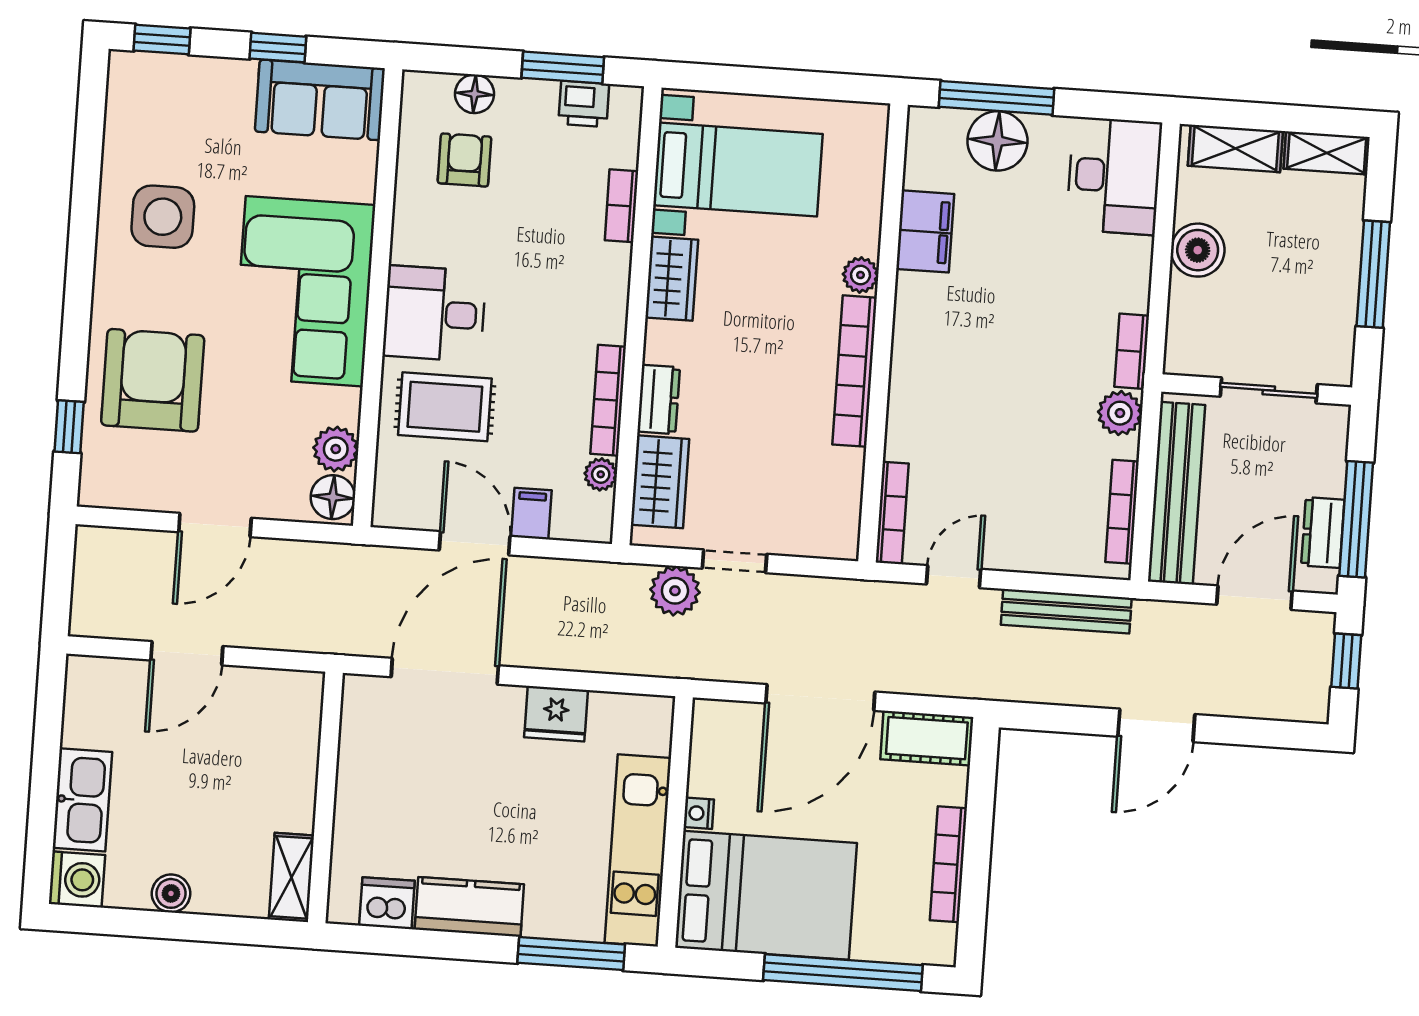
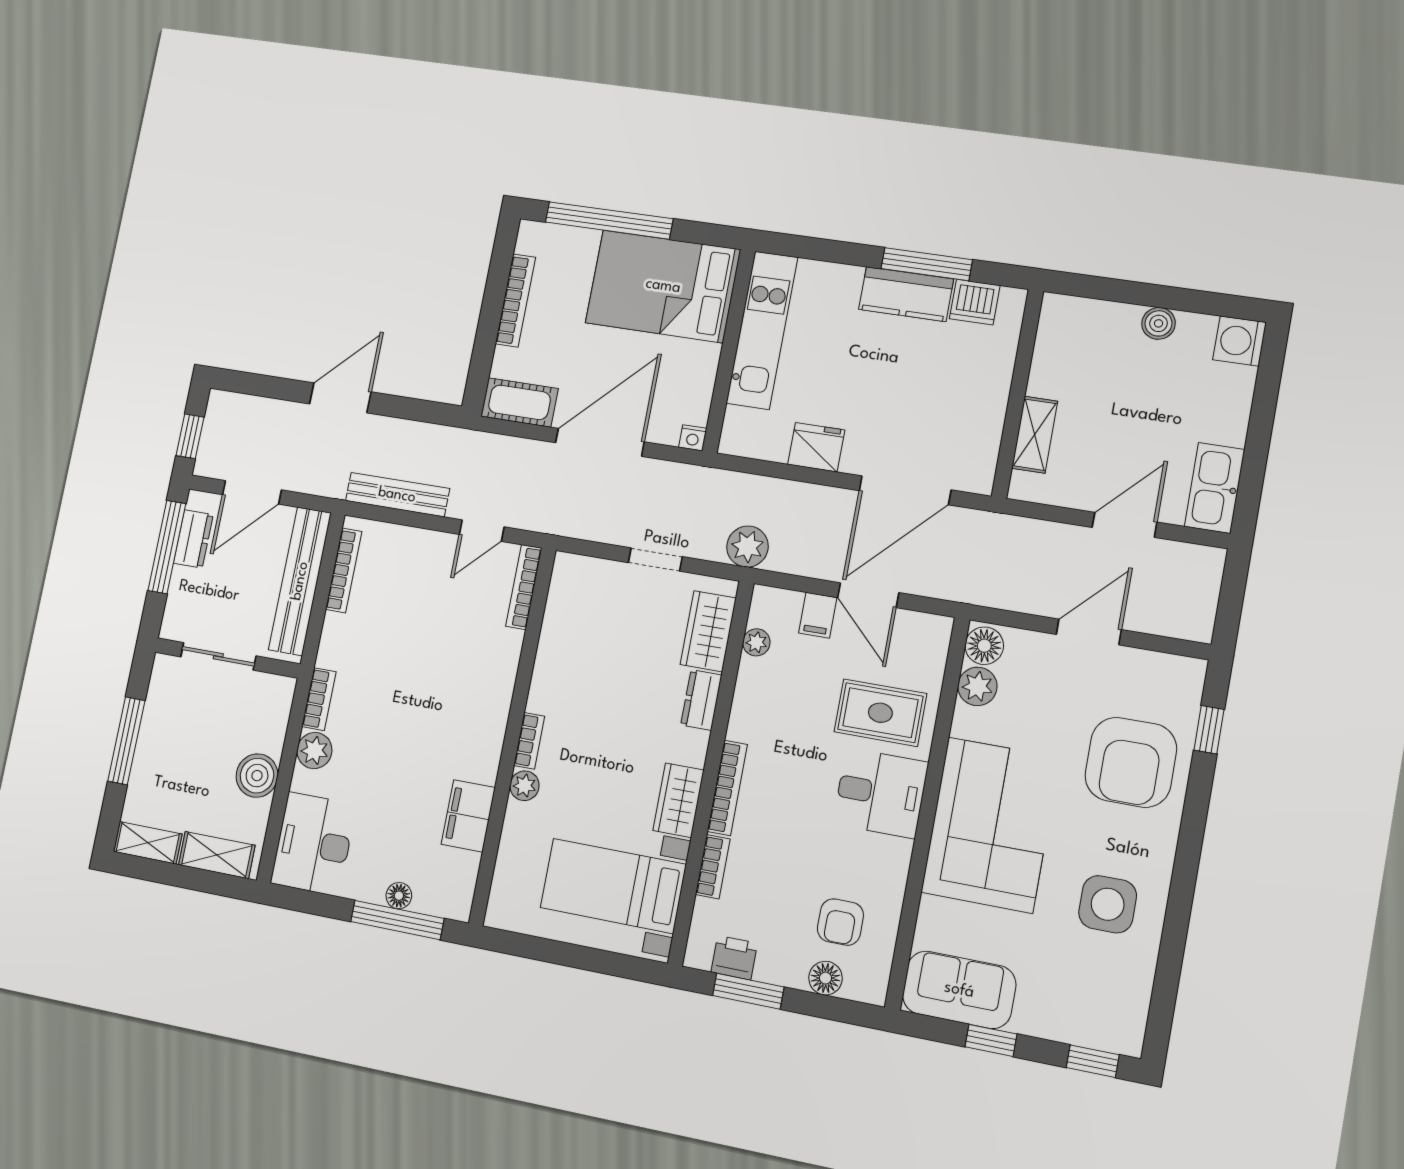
floor lamp: (997, 141) -> (399, 896), width x0.53, depth x0.53
bookcase: (855, 371) -> (529, 741), width x0.43, depth x0.76
bookcase: (608, 400) -> (727, 788), moved
plant: (1120, 413) -> (314, 751), moved
plant: (675, 591) -> (747, 547), moved
kitchen sink: (82, 800) -> (1215, 488), moved
nightstand: (699, 813) -> (693, 438), moved, turned 90
shelving: (291, 877) -> (1035, 435), moved
window: (571, 954) -> (927, 264), moved

